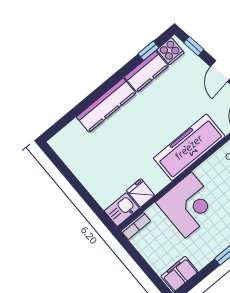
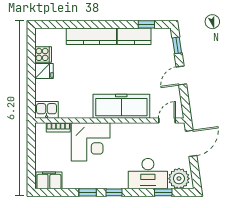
cooker: (170, 51) -> (43, 54), moved, turned -90
fridge: (141, 193) -> (44, 71), moved, turned 90
bookcase: (136, 226) -> (58, 127), moved

